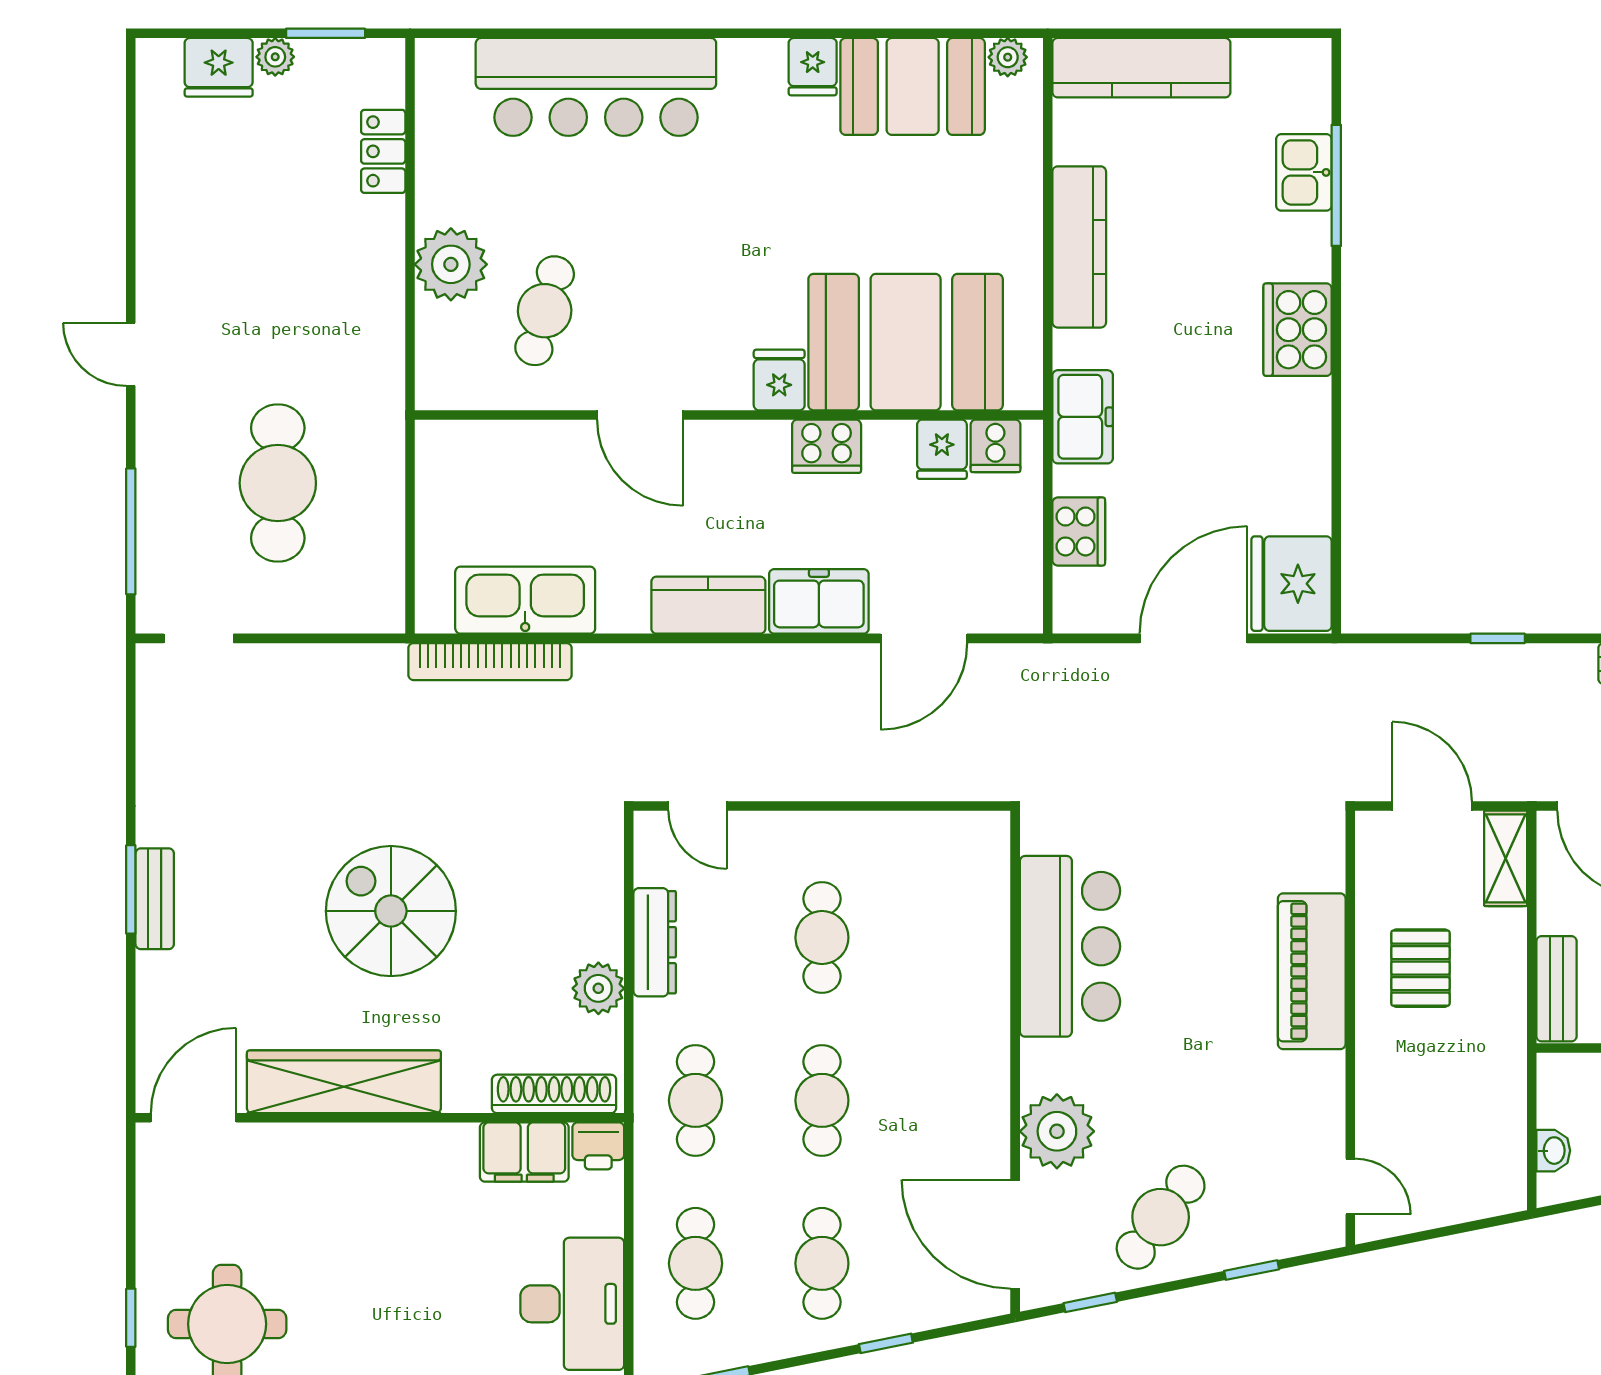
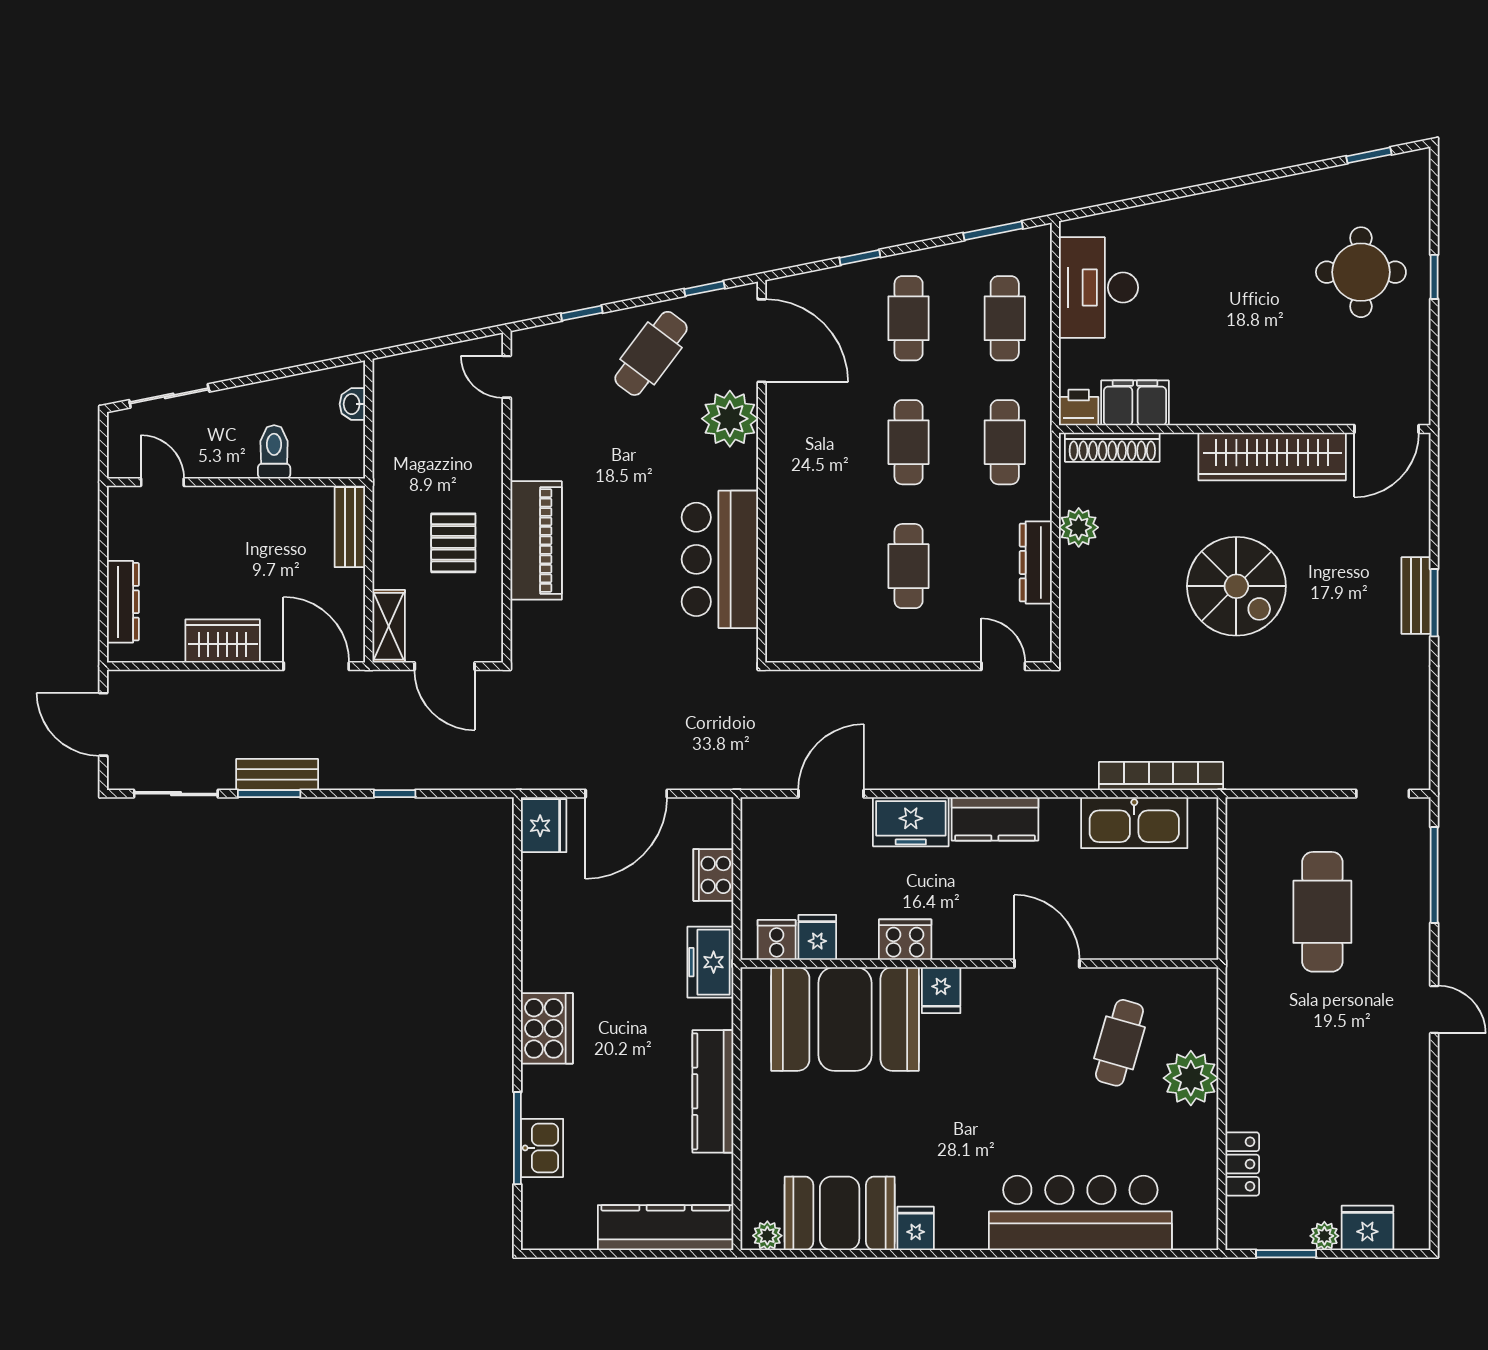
fridge: (1292, 584) -> (544, 826), width x0.73, depth x0.75

